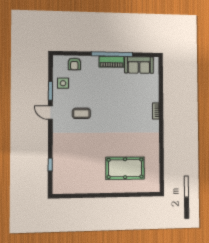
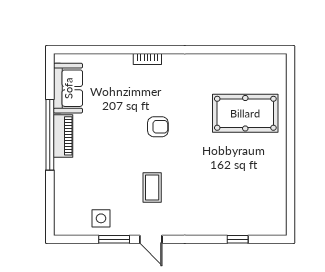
armchair: (74, 64) -> (158, 127), moved
door: (50, 113) -> (151, 239), hinge flipped
pool table: (125, 168) -> (245, 113), turned 90

